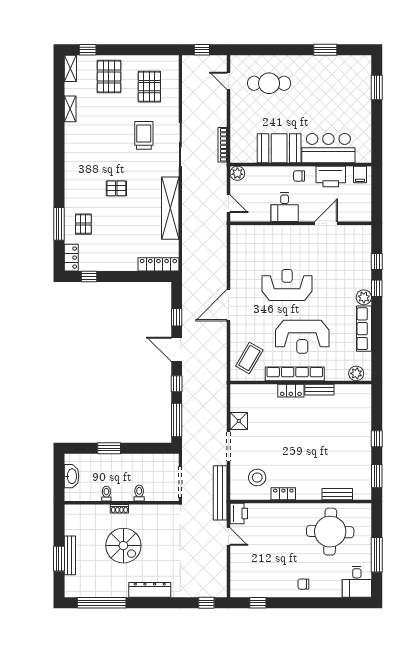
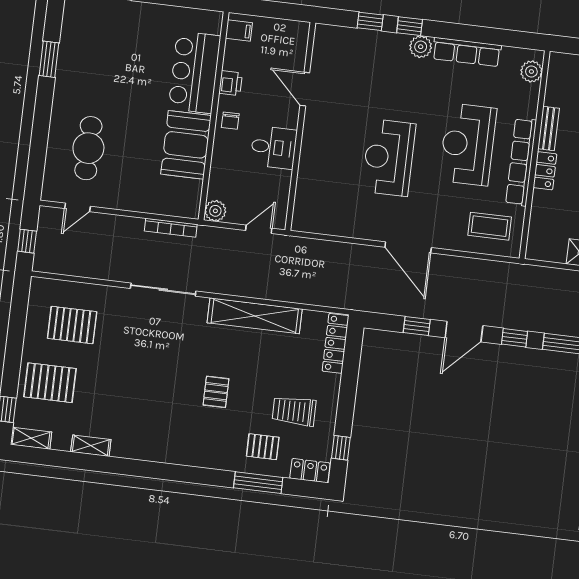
trolley: (144, 135) -> (294, 411), moved
printer: (331, 177) -> (231, 83), width x0.53, depth x0.68
reception desk: (302, 337) -> (468, 144), turned 180
coffee table: (249, 358) -> (490, 226), turned -30

